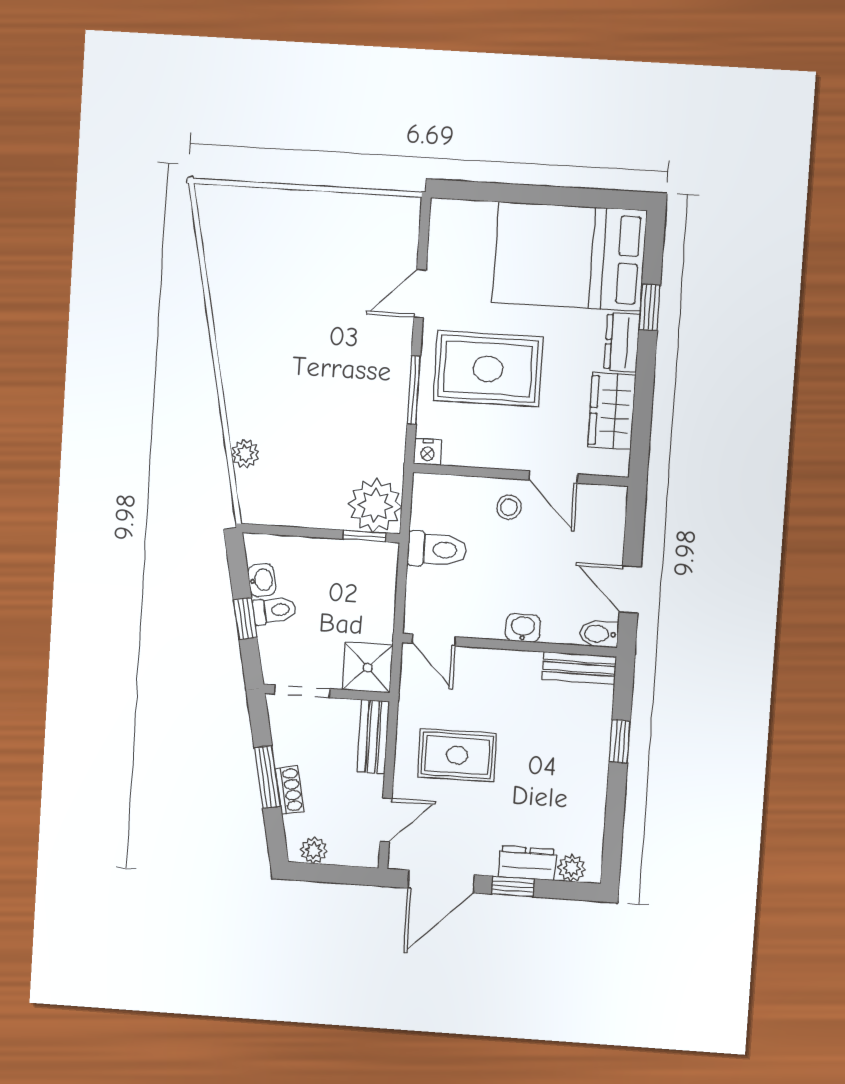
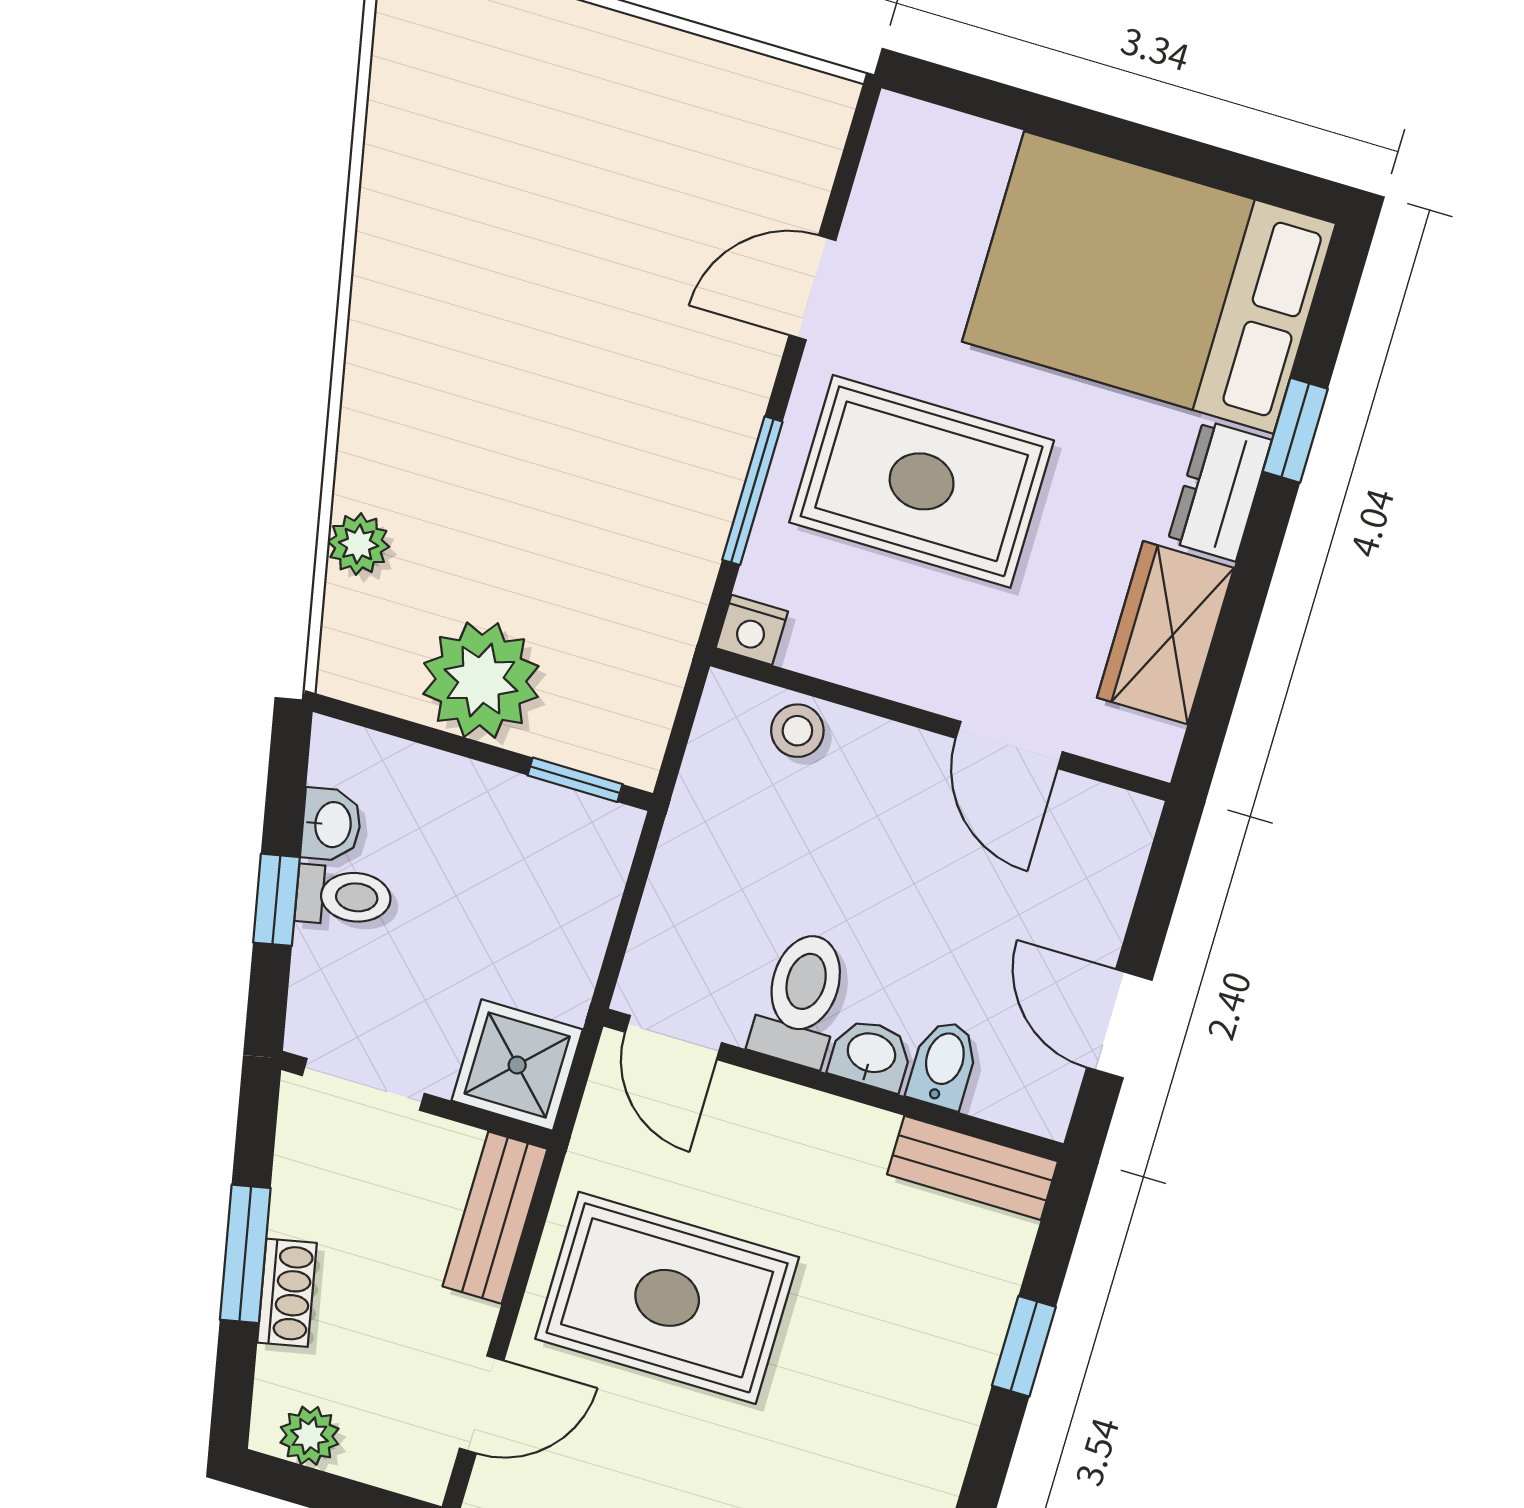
plant: (375, 505) -> (481, 680), moved
stool: (509, 507) -> (797, 731), moved
toilet: (437, 549) -> (801, 999), moved, turned -90
bidet: (599, 634) -> (943, 1064), moved, turned 90
rug: (457, 755) -> (667, 1298), width x1.36, depth x1.43

